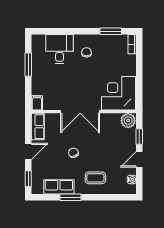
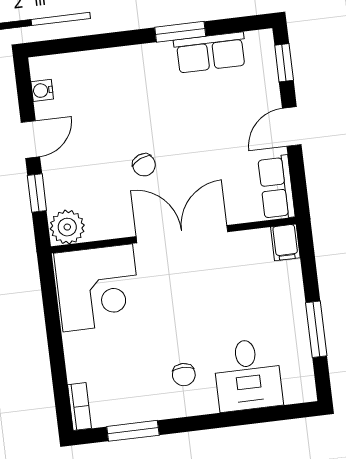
chair: (73, 153) -> (144, 165), moved
coffee table: (95, 178) -> (128, 84), removed

